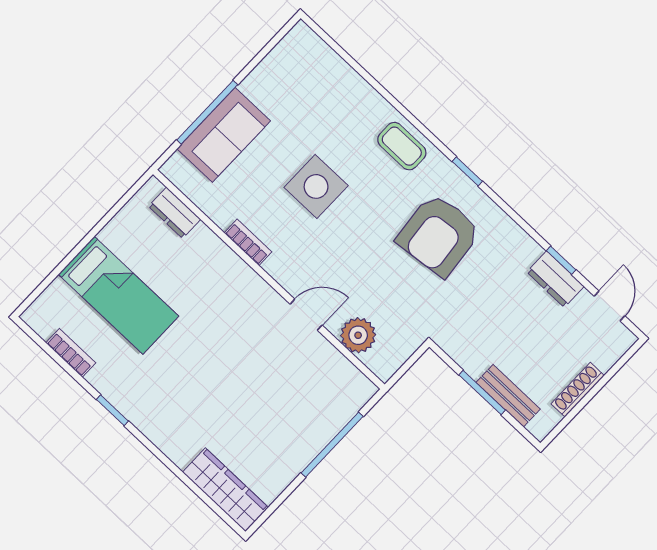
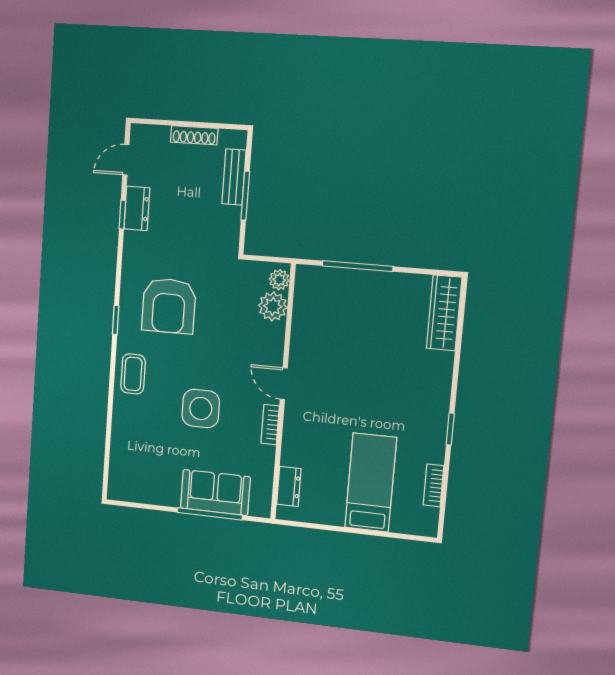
armchair: (439, 235) -> (169, 306), turned 96
door: (306, 315) -> (284, 384), moved
plant: (378, 362) -> (279, 280), added

